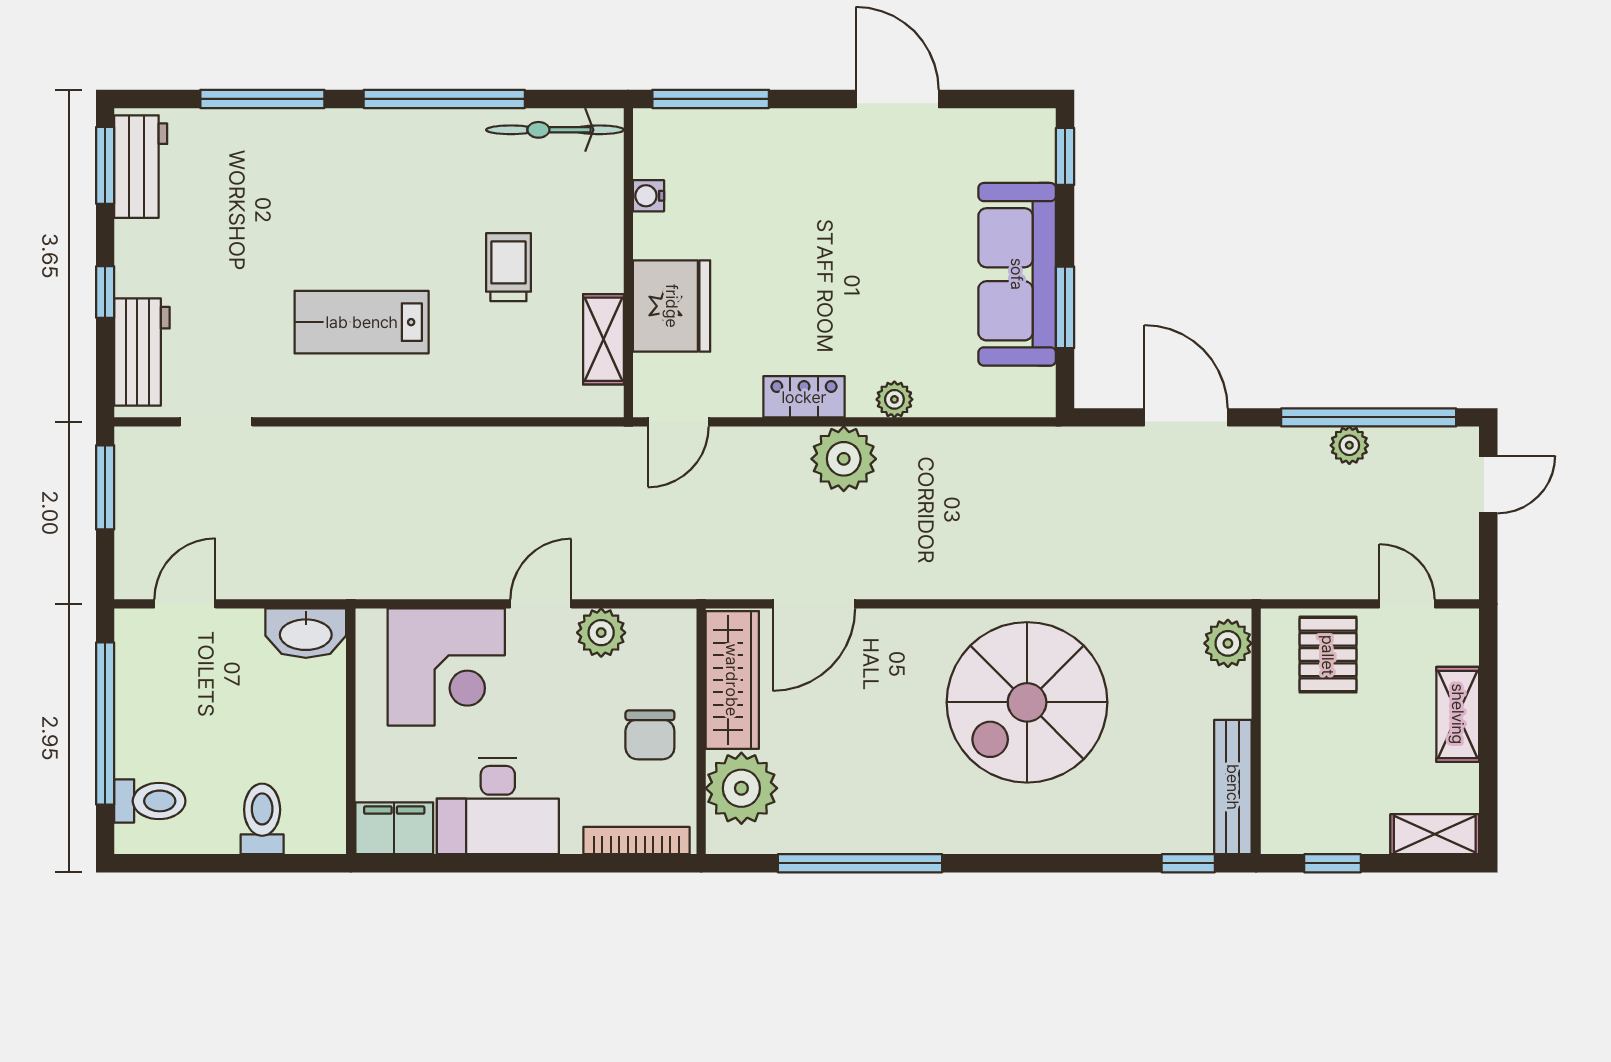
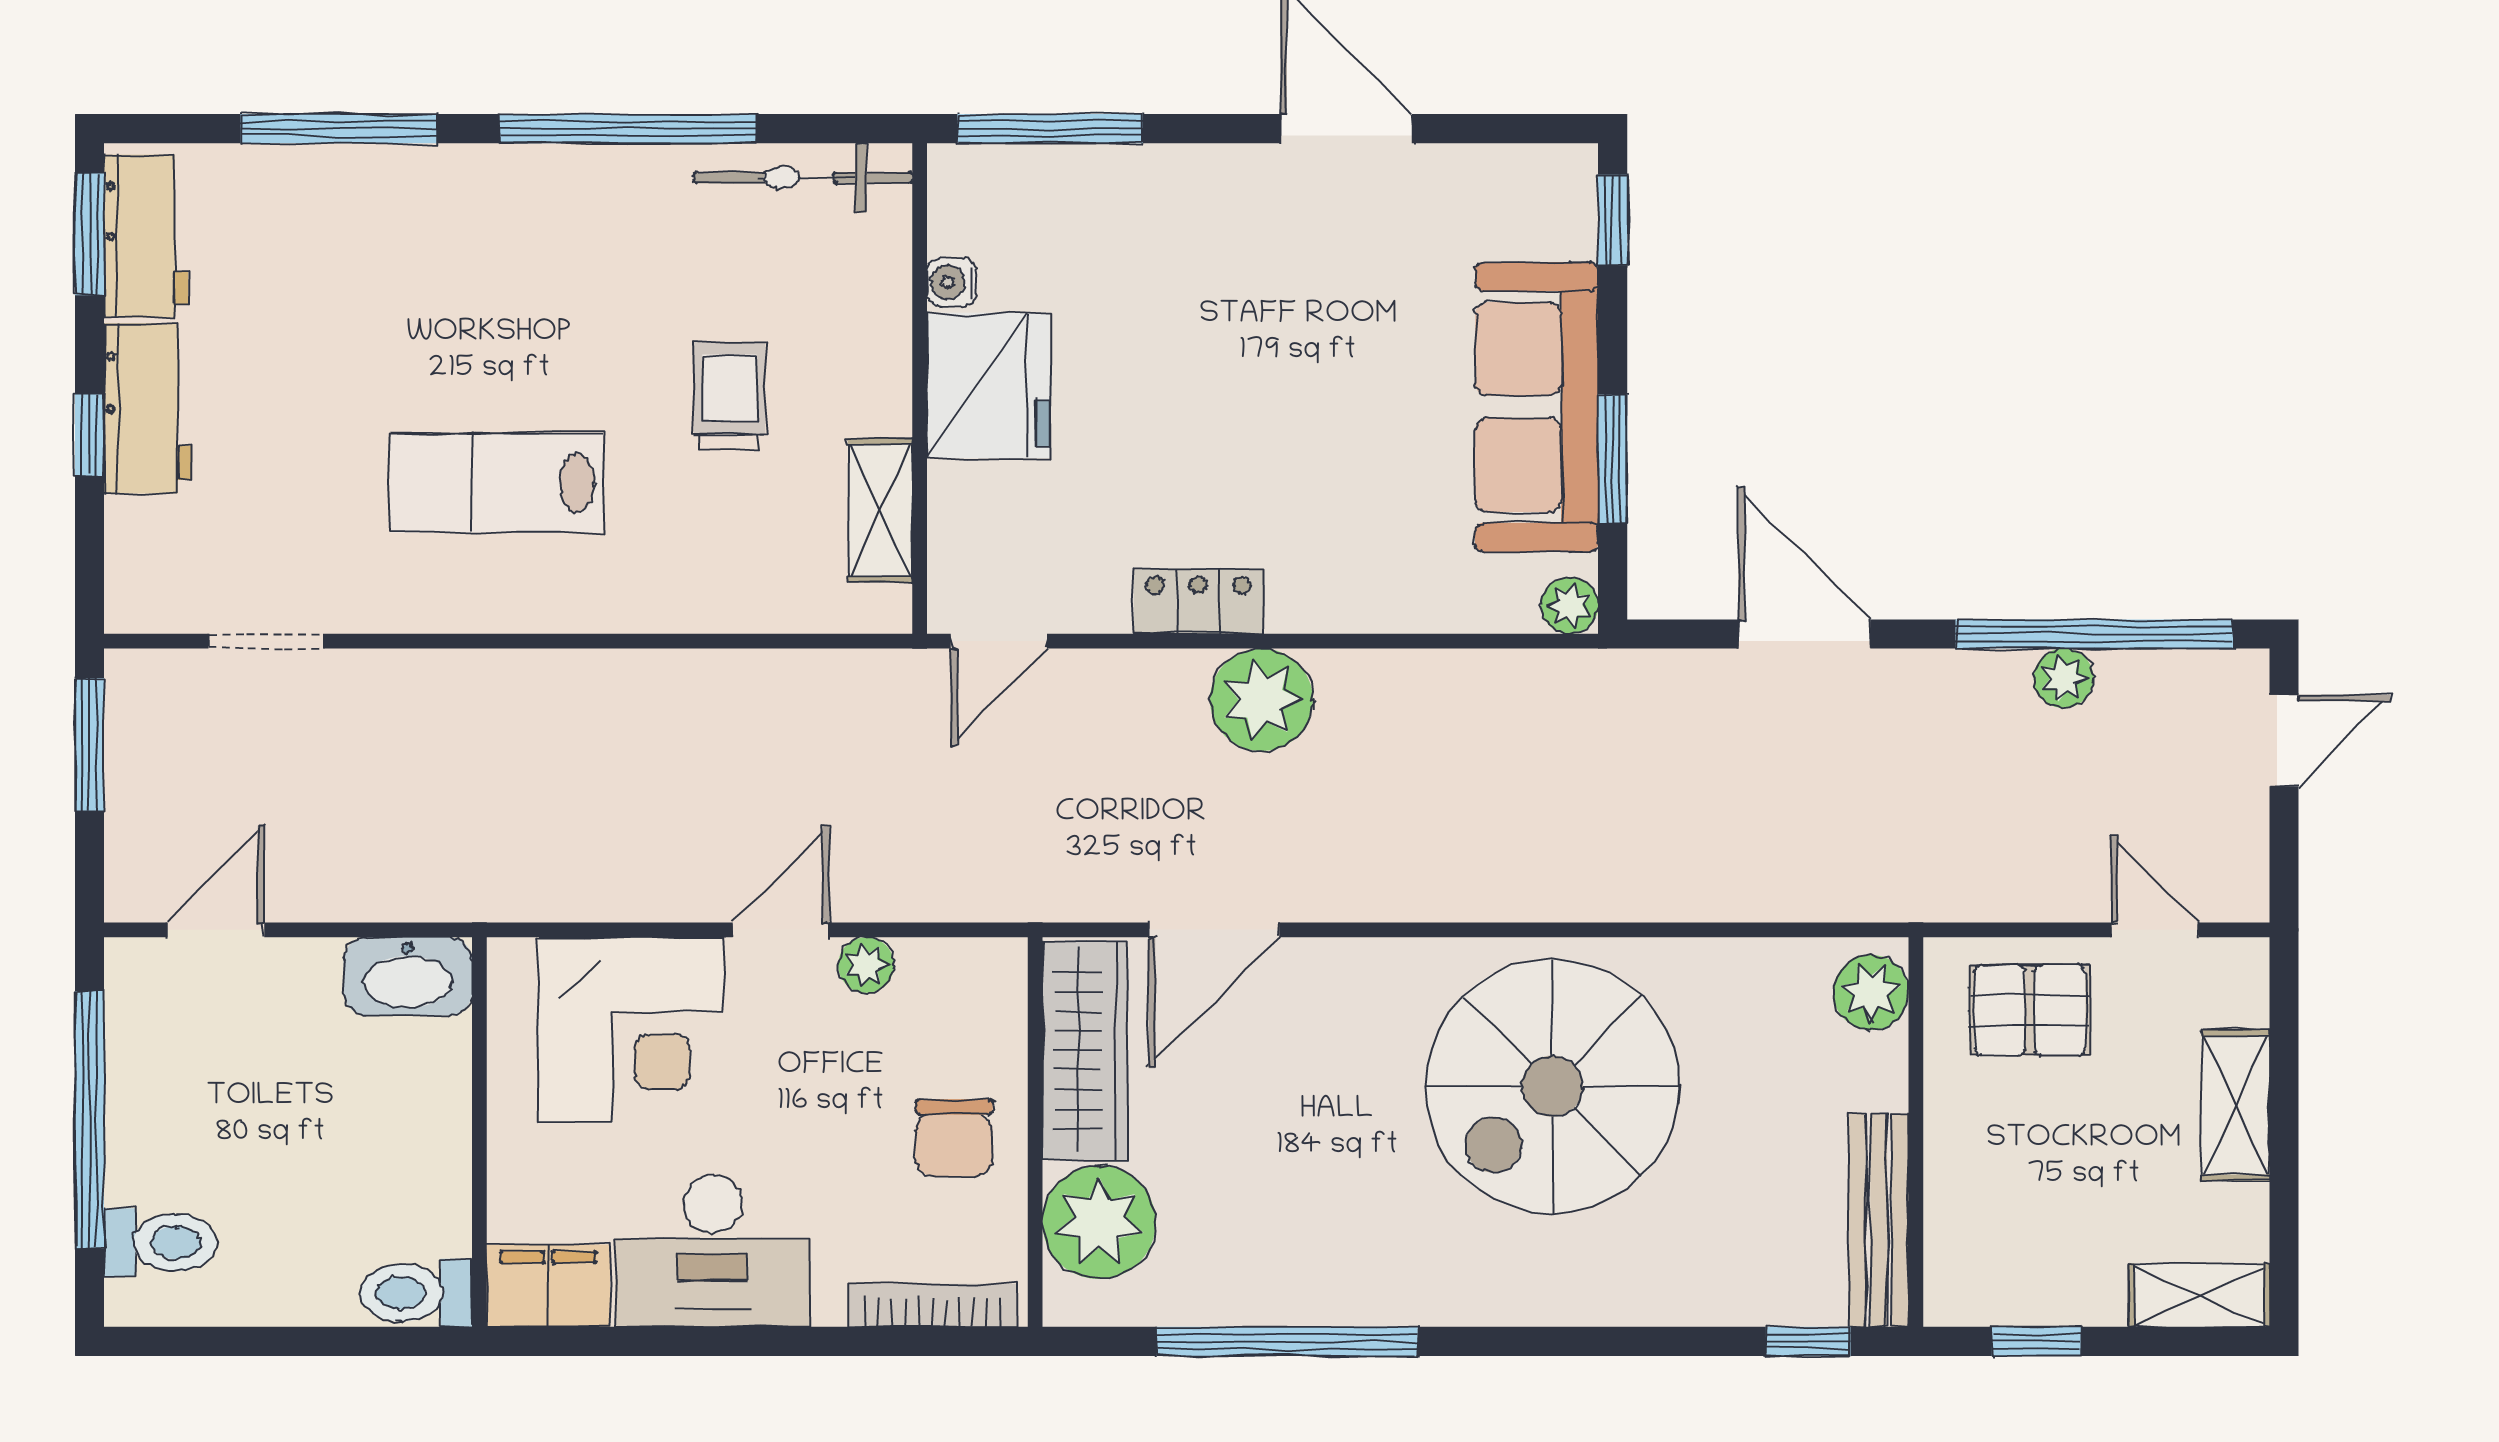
fridge: (672, 306) -> (988, 385), moved
workbench: (142, 352) -> (148, 408), moved
plant: (894, 399) -> (1570, 605), moved
plant: (601, 633) -> (866, 965), width x0.73, depth x0.73
pallet: (1328, 655) -> (2030, 1010), turned 90
toilet: (262, 819) -> (416, 1293), moved, turned -90

